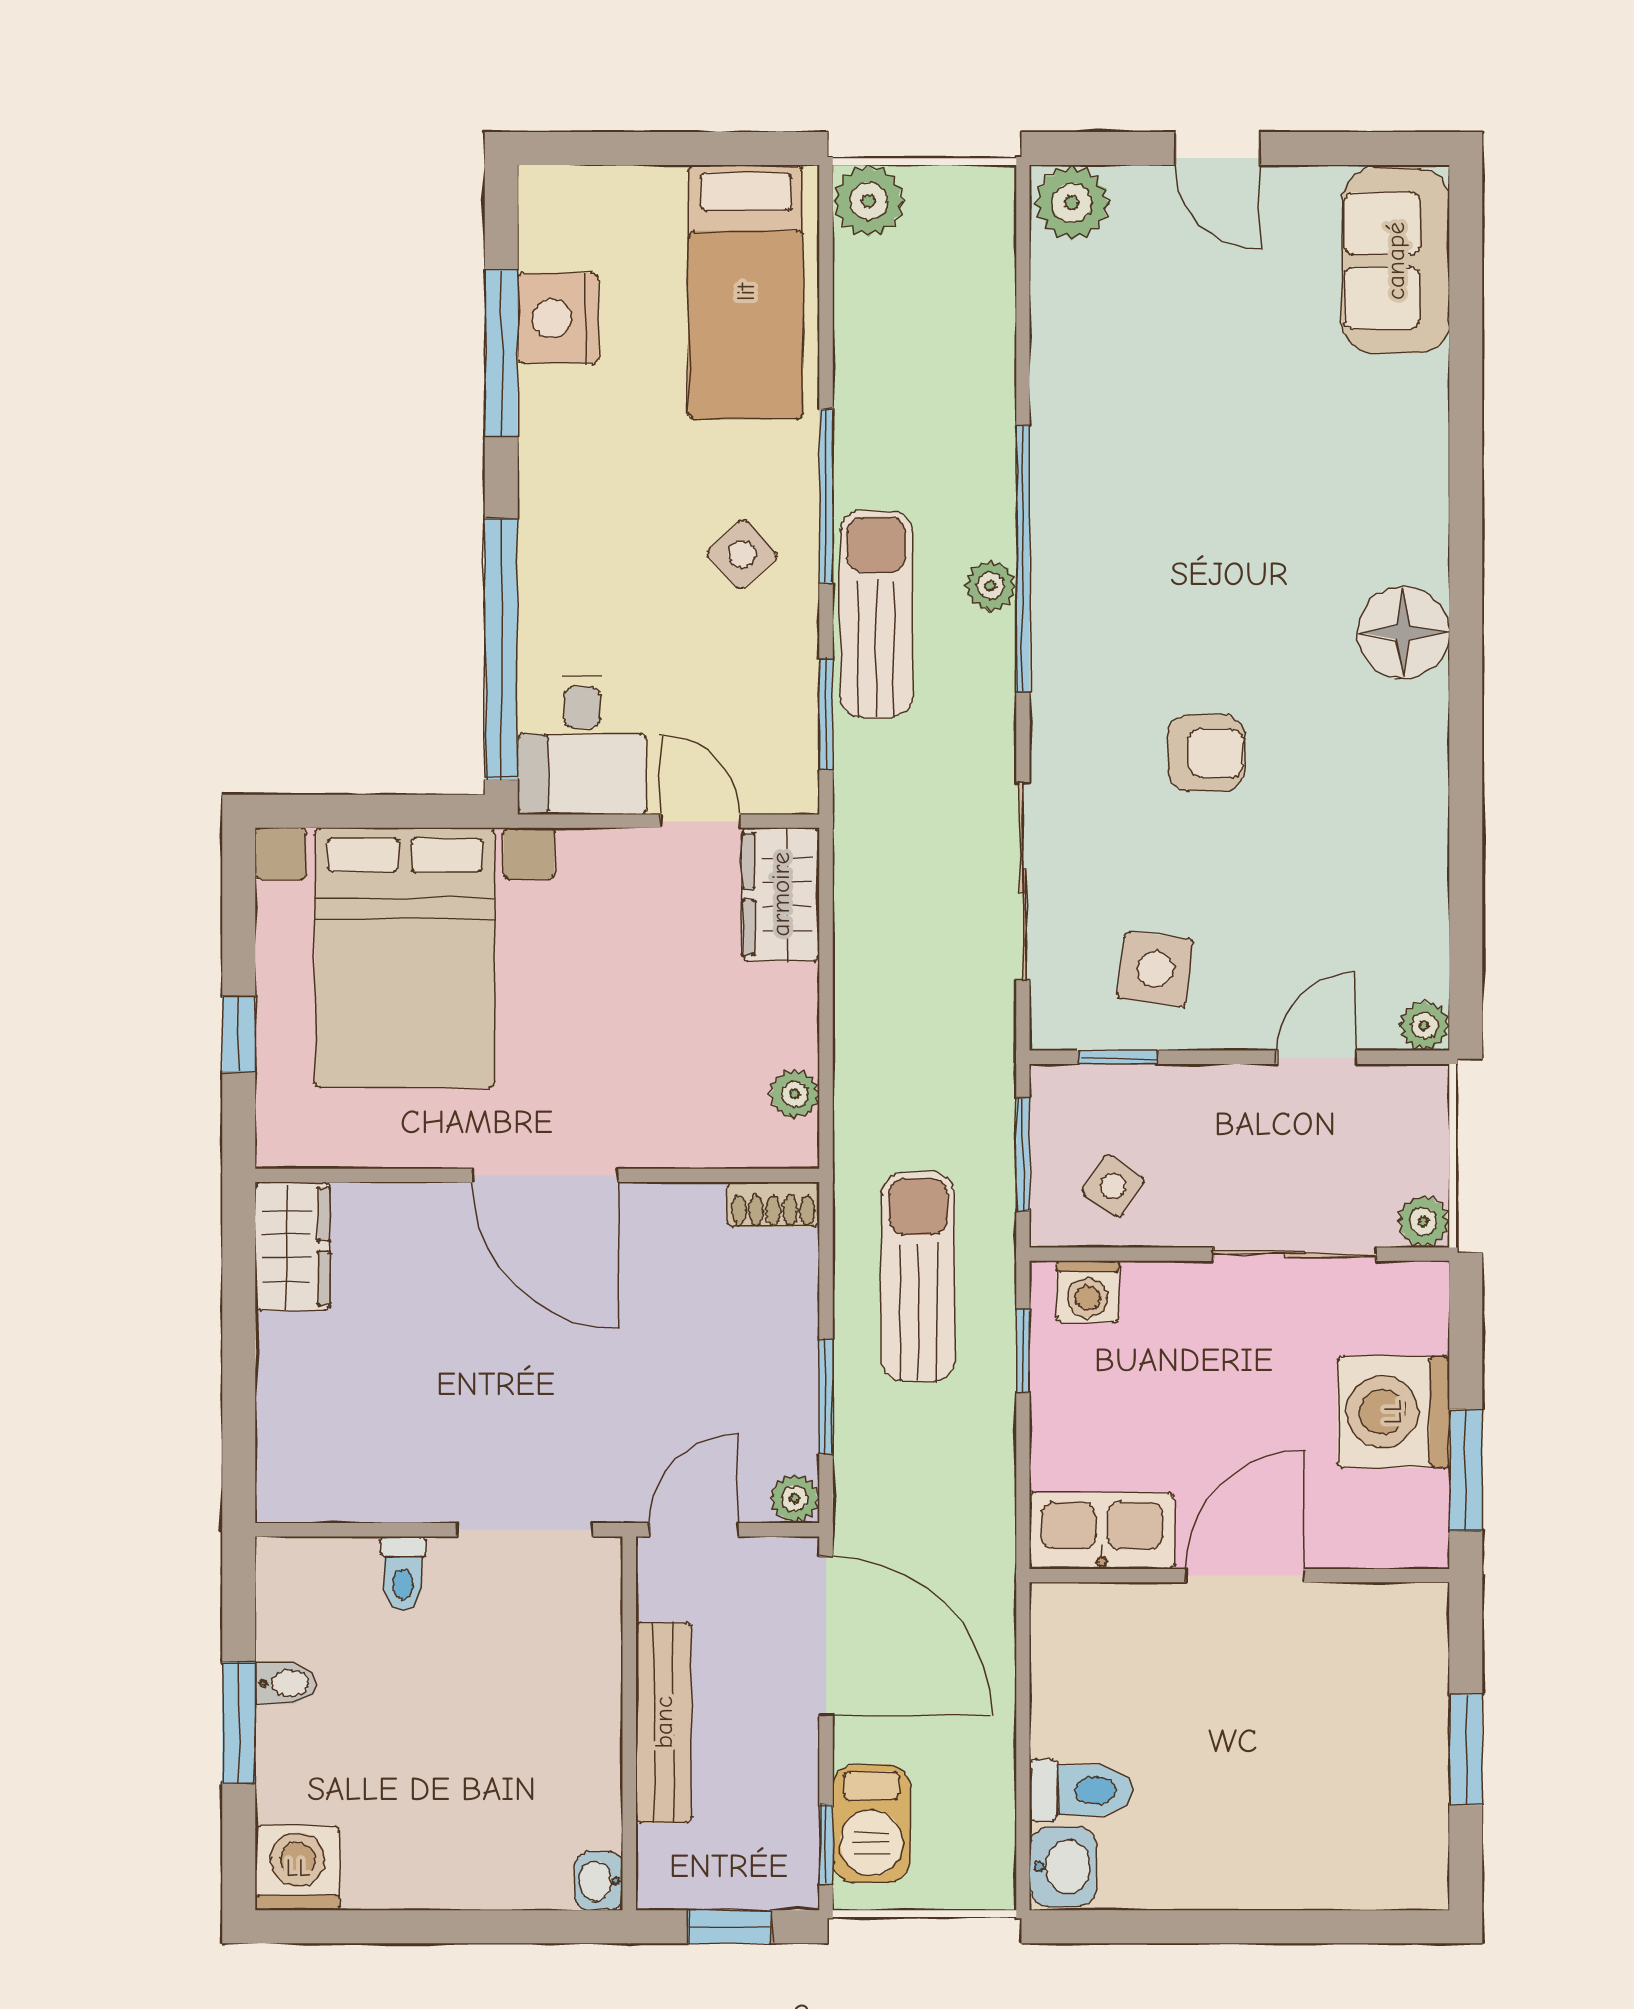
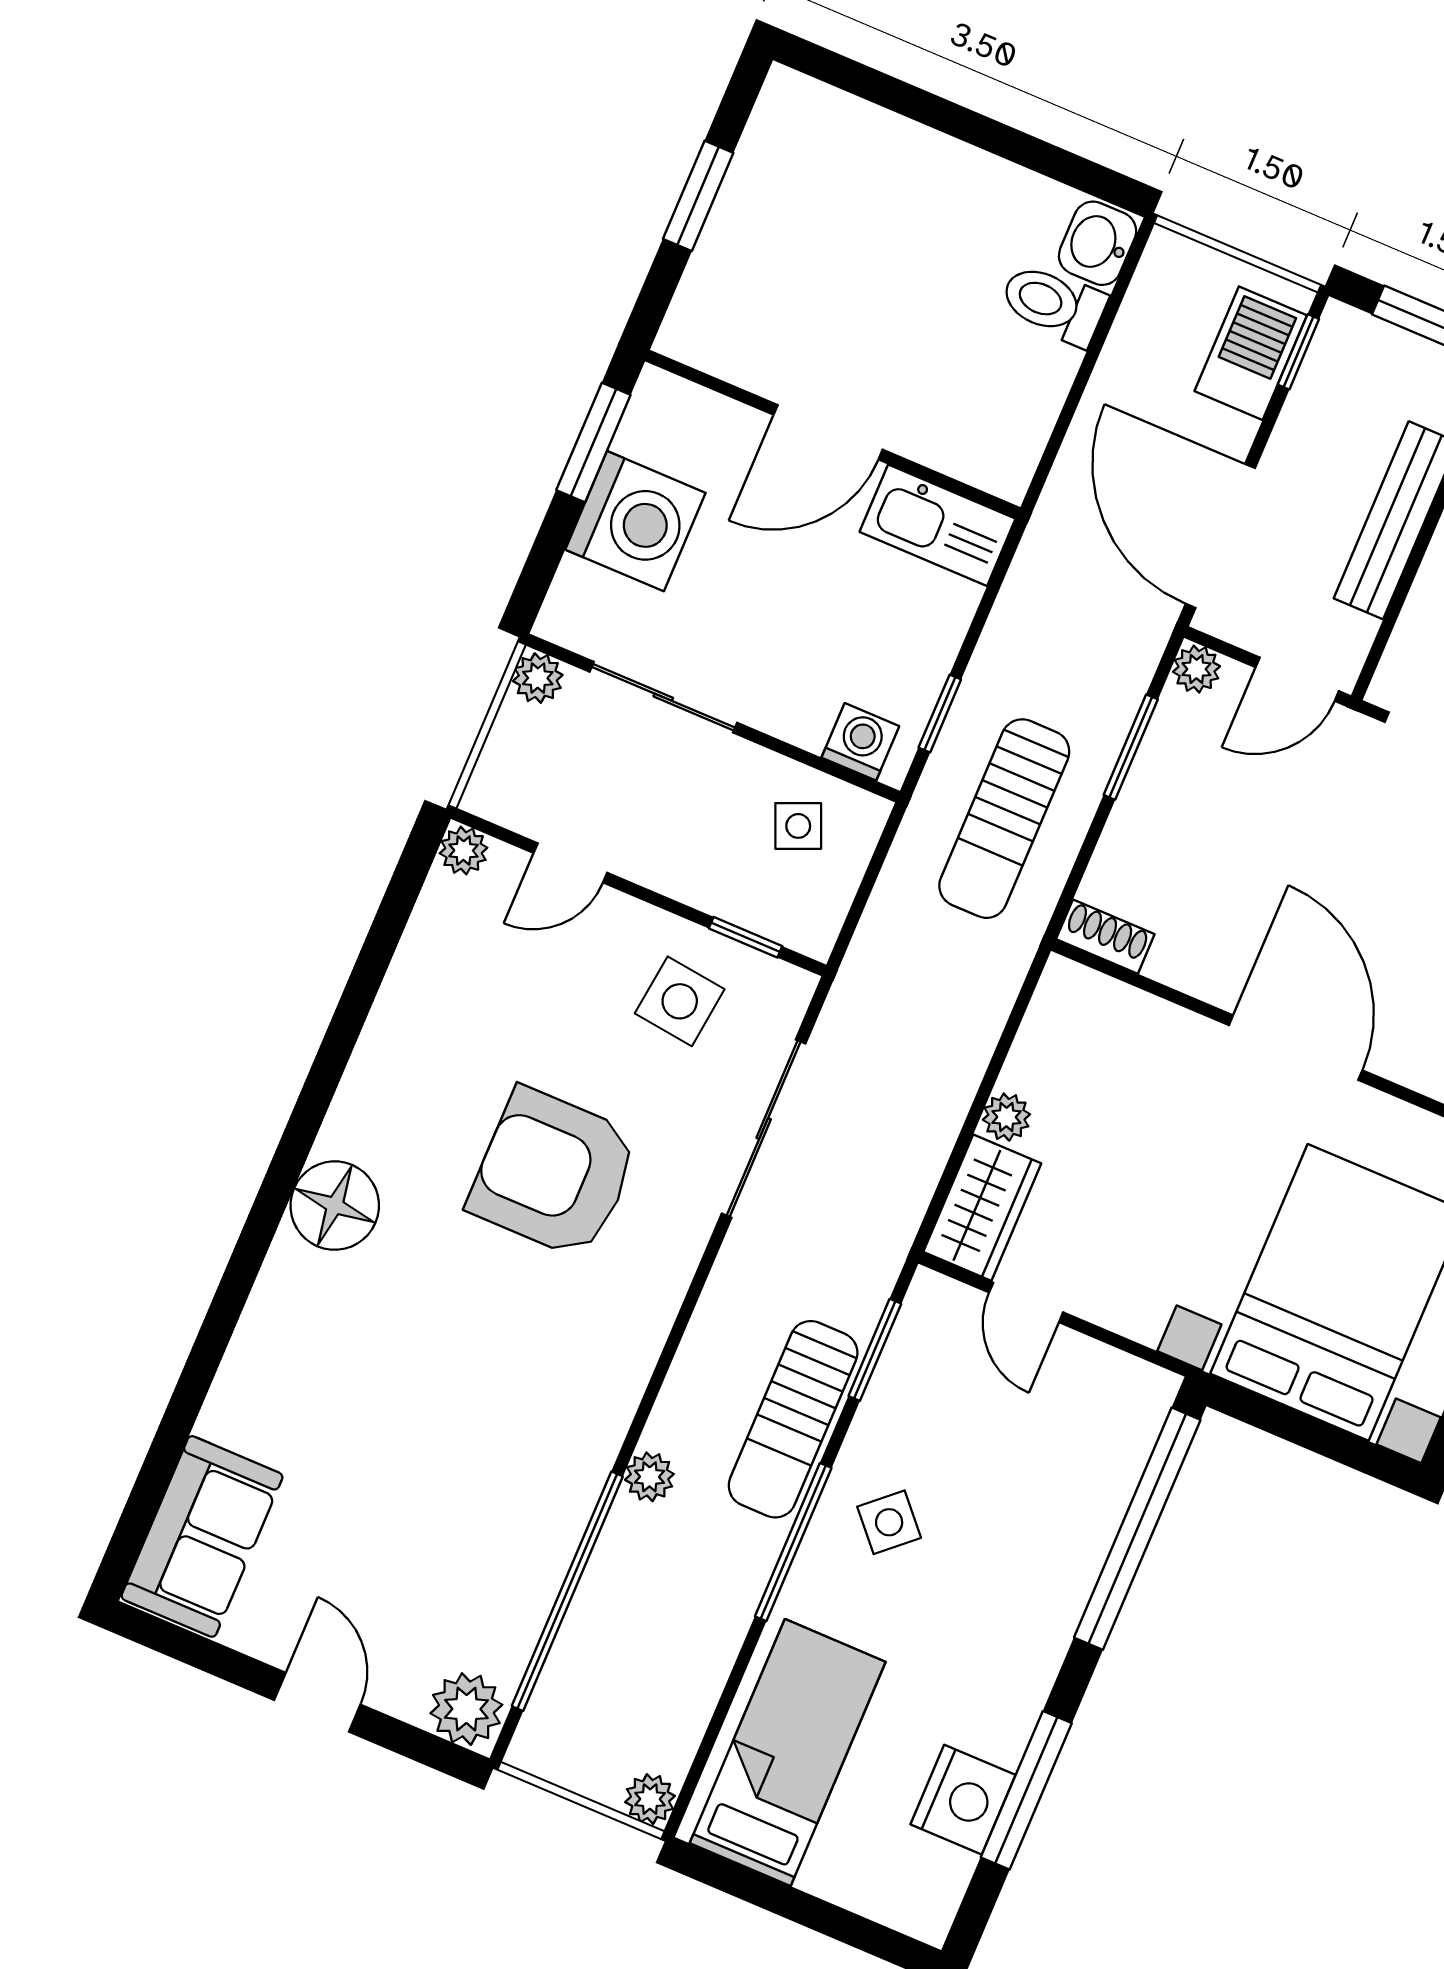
plant: (869, 201) -> (650, 1799), width x0.73, depth x0.73
window: (1023, 559) -> (567, 1591), moved
plant: (991, 586) -> (649, 1477), moved
desk: (582, 745) -> (1102, 1414), removed
armchair: (1206, 753) -> (554, 1173), width x1.88, depth x1.88
plant: (795, 1094) -> (1006, 1117), moved
window: (1023, 1154) -> (866, 887), removed
side table: (1113, 1186) -> (798, 826), turned 33

